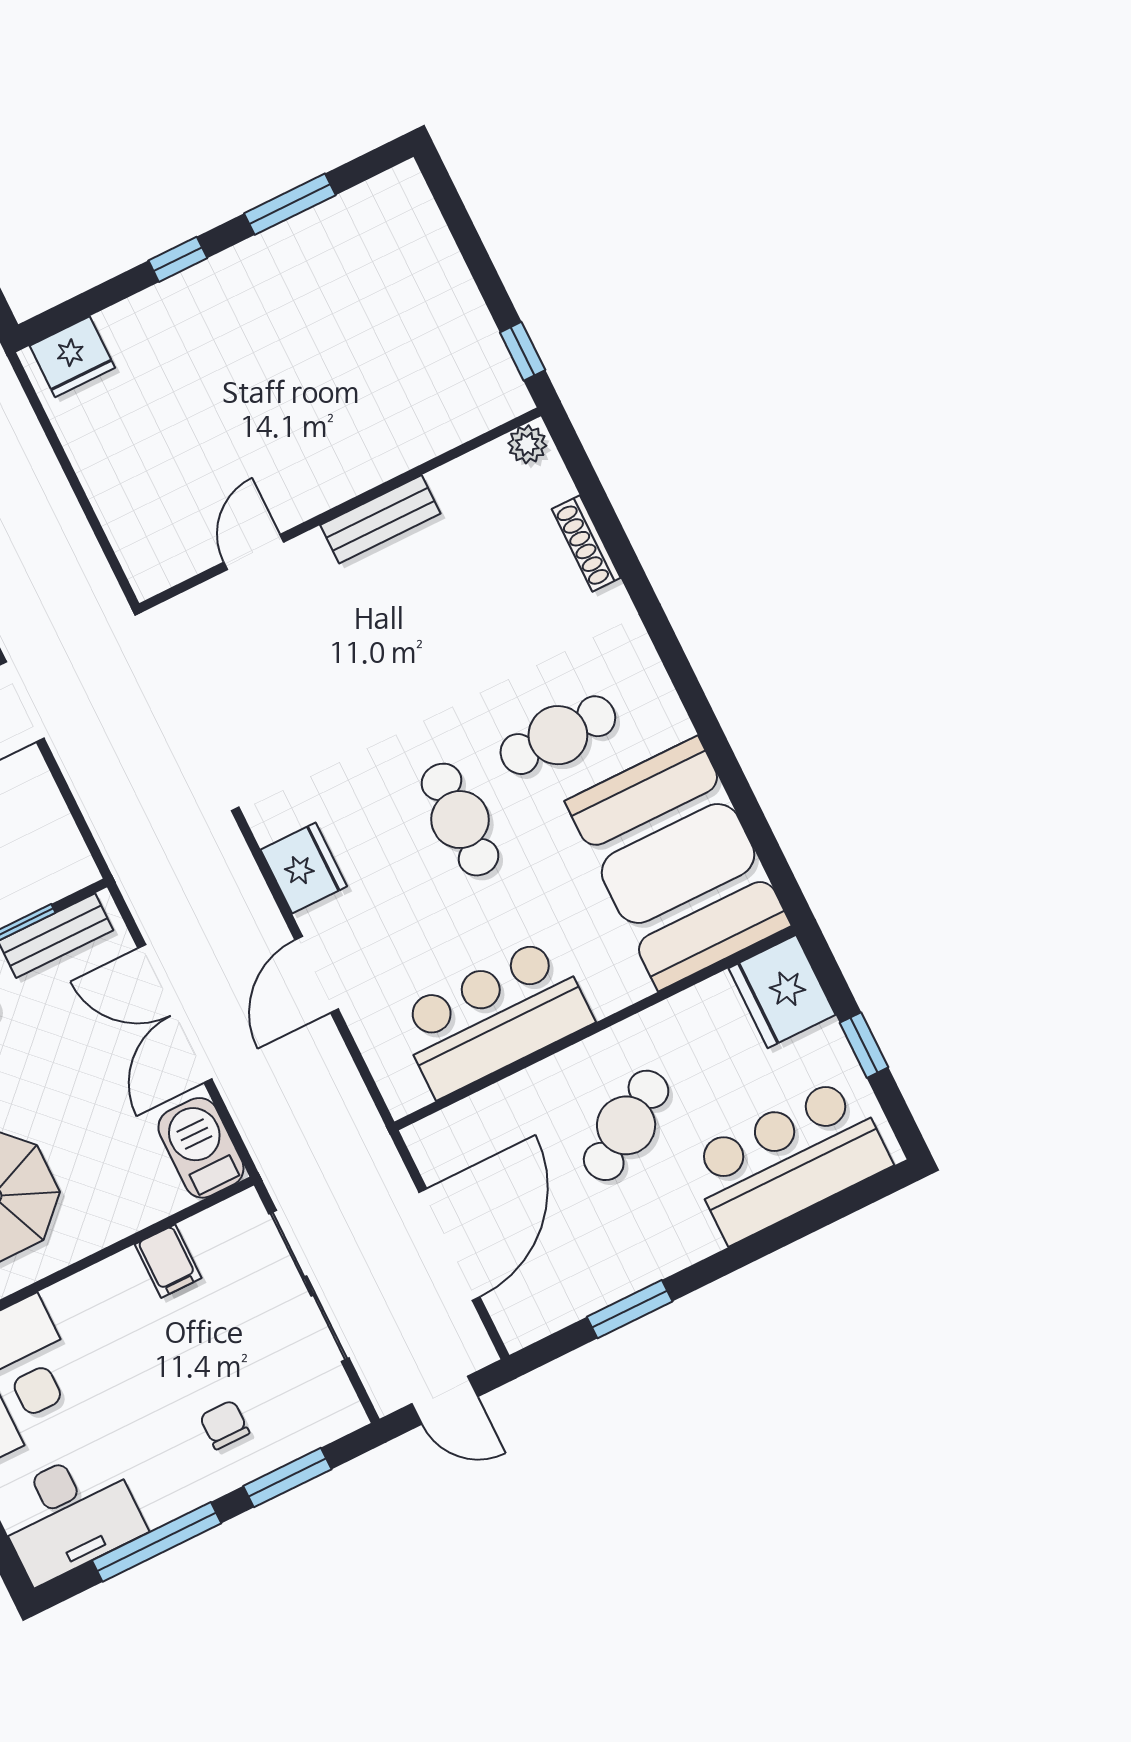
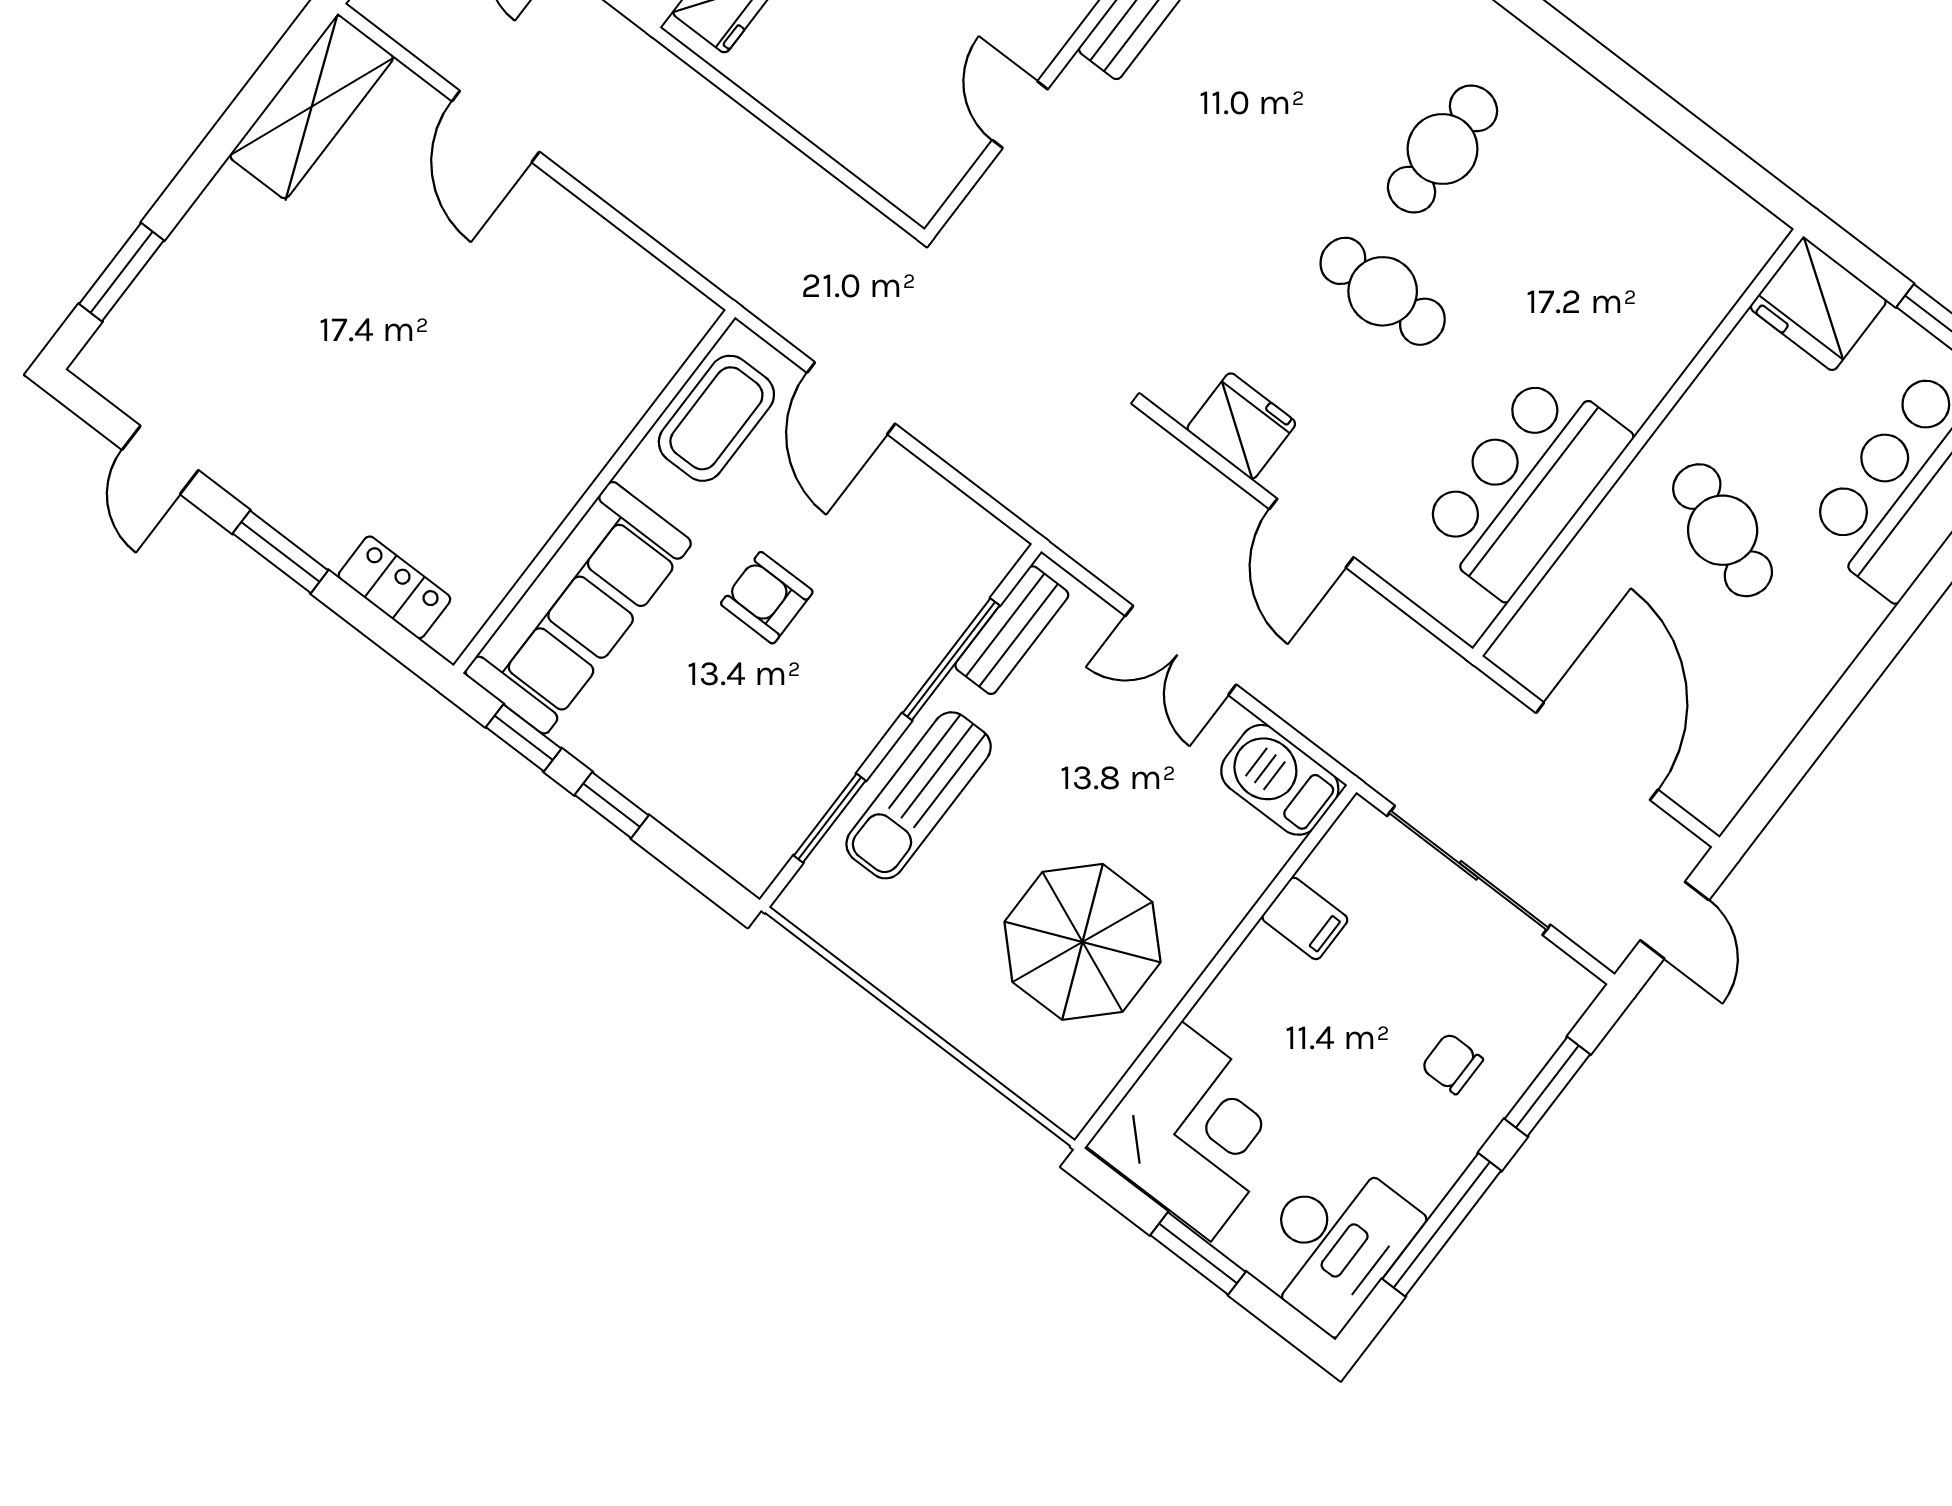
booth: (678, 863) -> (1639, 223), removed
double door: (175, 1014) -> (1181, 650), width x0.73
cafe table: (626, 1125) -> (1723, 530), turned -36
window: (630, 1309) -> (1824, 725), removed
door: (445, 1400) -> (1675, 920), hinge flipped

